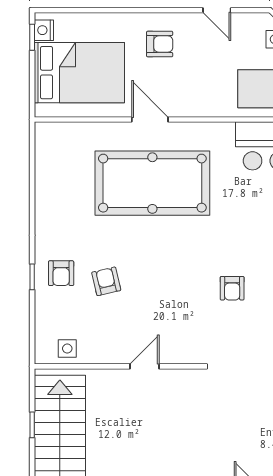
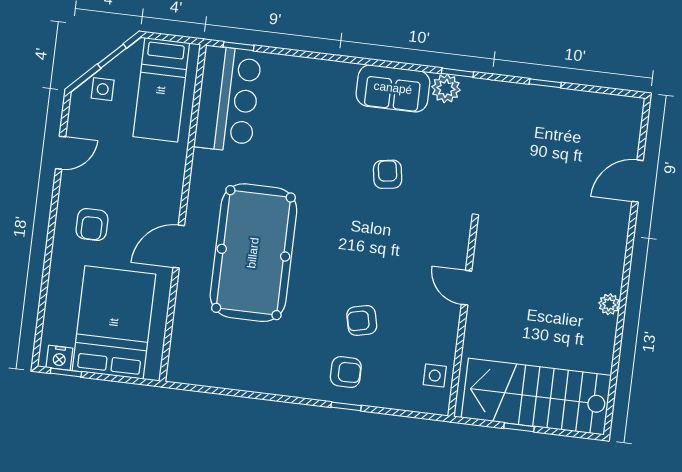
armchair: (160, 44) -> (92, 225), turned 180
armchair: (232, 288) -> (388, 174), turned -99

